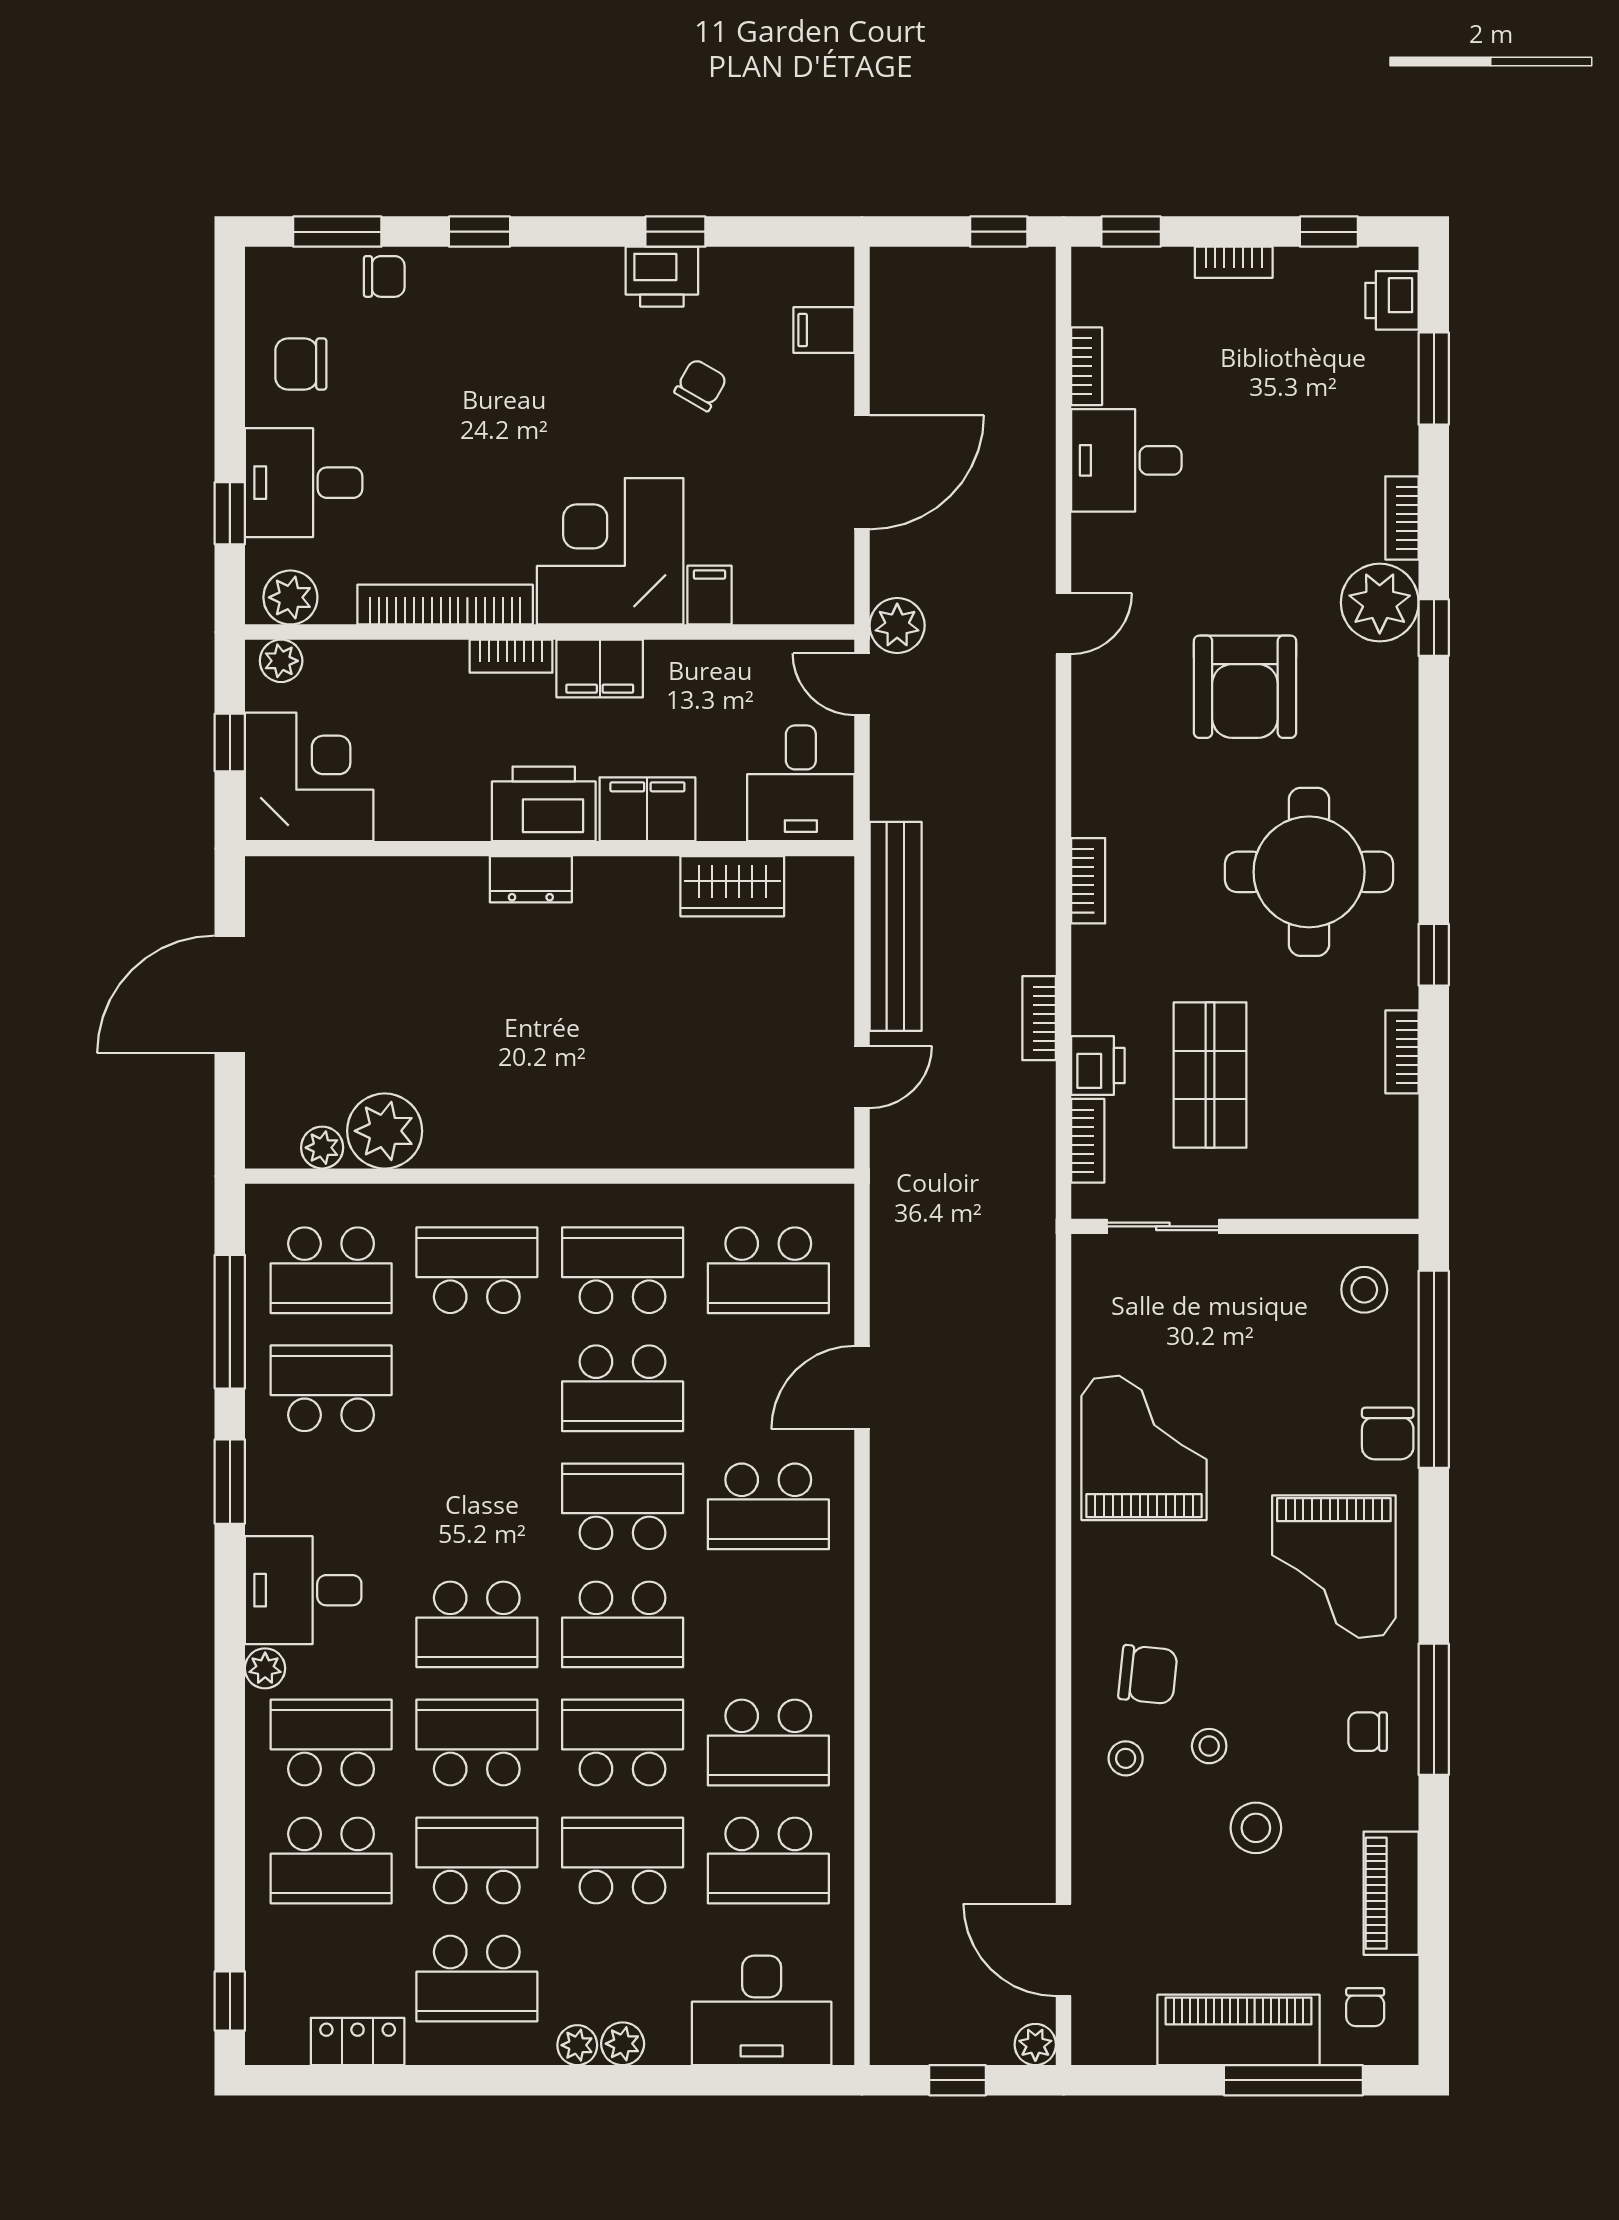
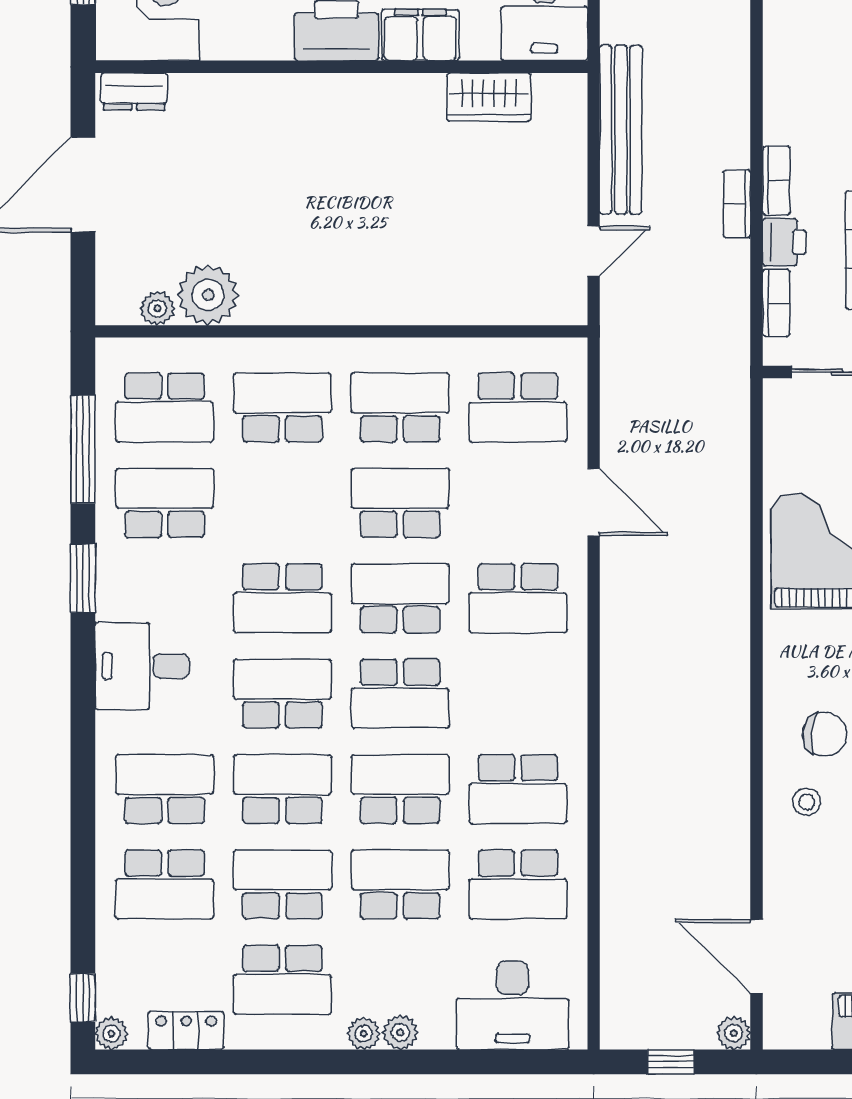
dresser: (531, 879) -> (134, 92), moved
bookcase: (1088, 881) -> (776, 181), moved
door: (862, 1387) -> (594, 502), swing flipped
school desk: (623, 1388) -> (400, 503), turned 180
school desk: (477, 1506) -> (282, 598), added
school desk: (477, 1624) -> (282, 694), turned 180
plant: (265, 1668) -> (111, 1034), moved

